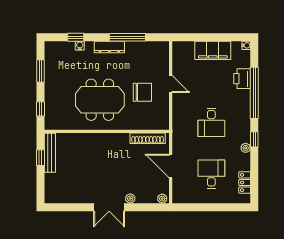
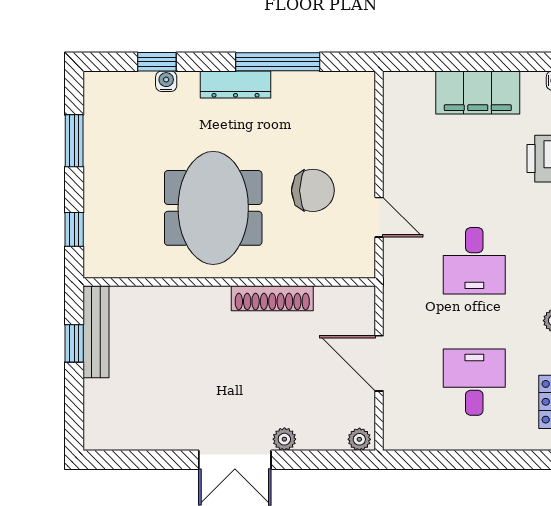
door: (171, 84) -> (379, 217), moved
meeting table: (100, 100) -> (213, 208), turned 90
shoe rack: (148, 138) -> (272, 298), moved

